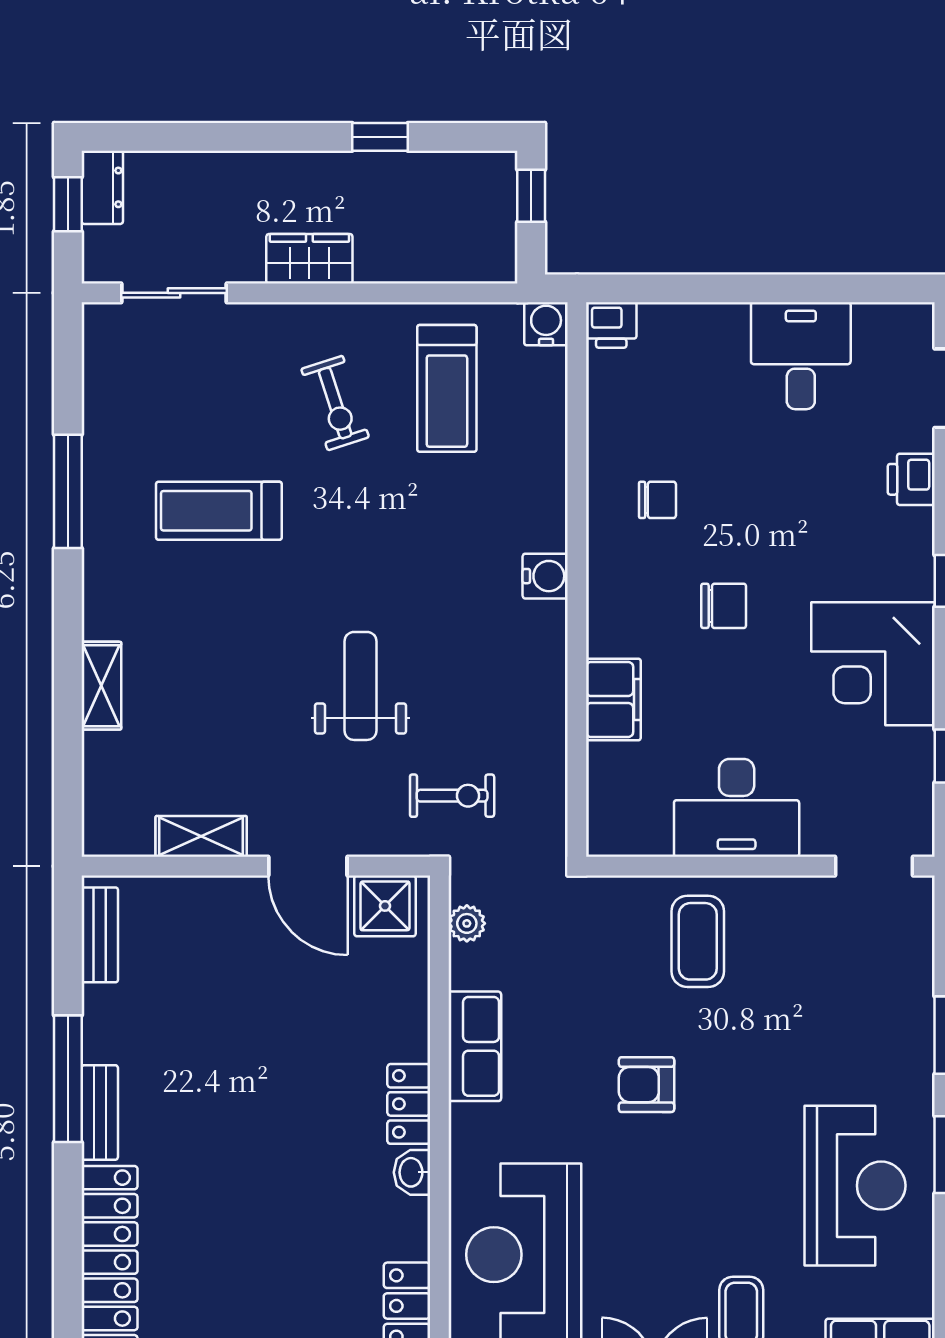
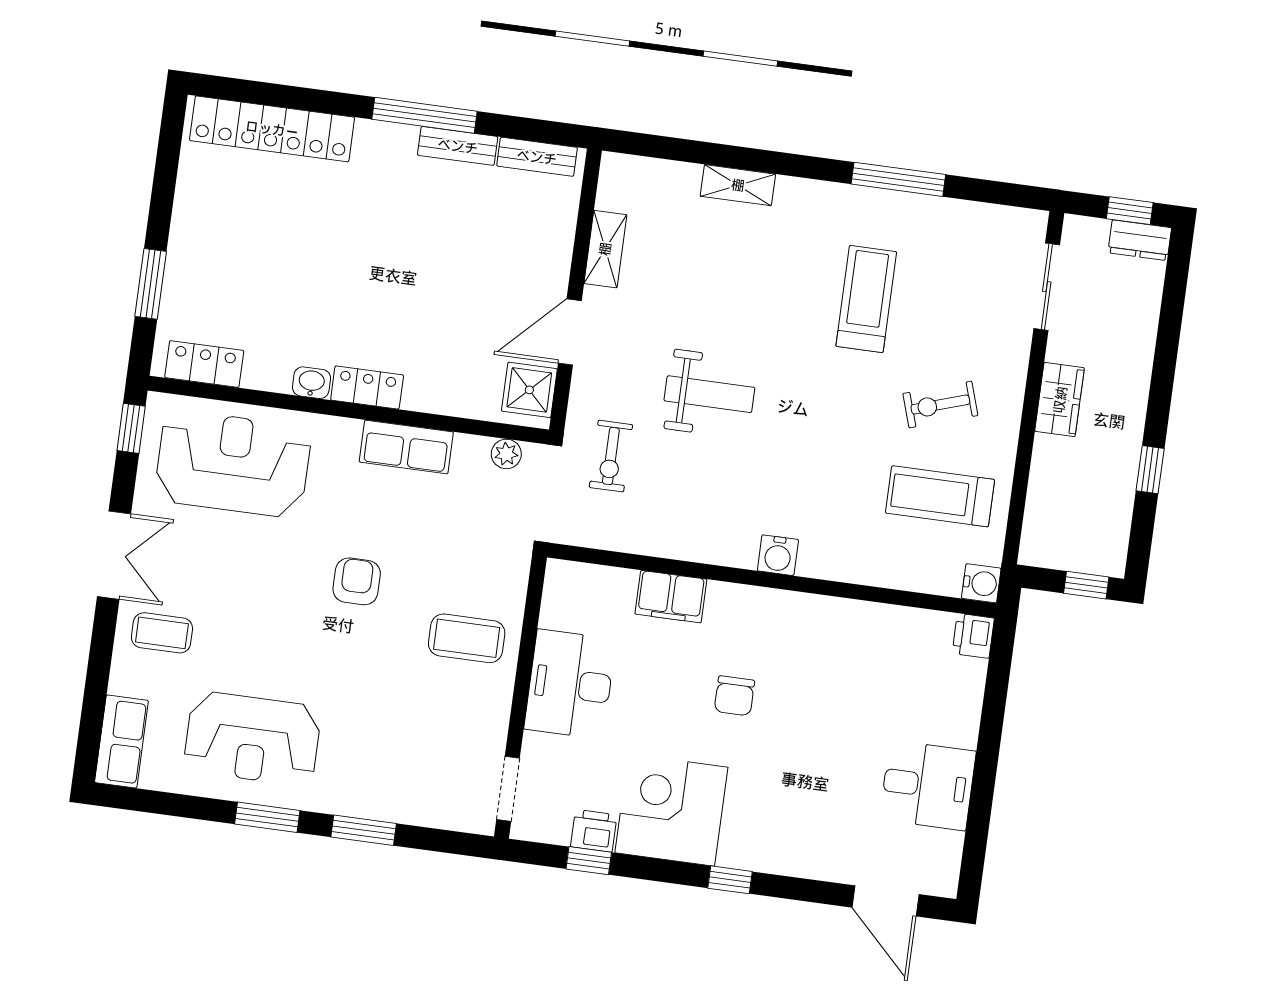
printer: (911, 479) -> (594, 831), moved
chair: (657, 500) -> (827, 654), removed
bench: (100, 1112) -> (458, 146), moved

